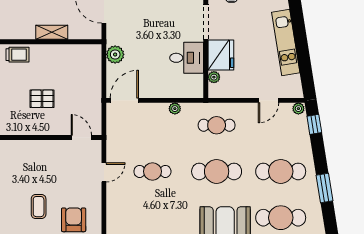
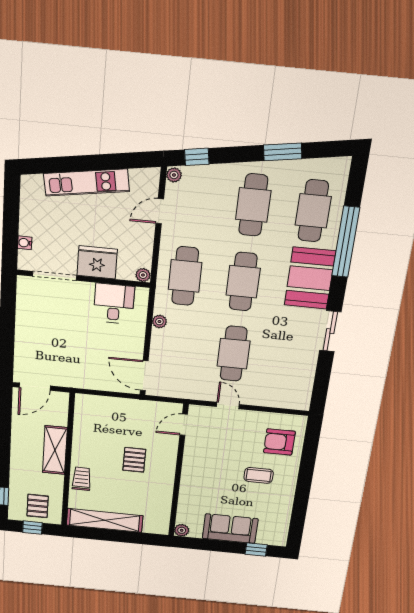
shelving: (52, 32) -> (55, 450), width x1.50, depth x1.33
plant: (115, 54) -> (88, 380), removed
desk: (187, 58) -> (114, 304), moved
plant: (214, 77) -> (143, 275), moved
door: (268, 100) -> (160, 211), swing flipped
cafe table: (217, 125) -> (185, 276), width x1.37, depth x1.35
cafe table: (152, 171) -> (234, 354), width x1.37, depth x1.35

